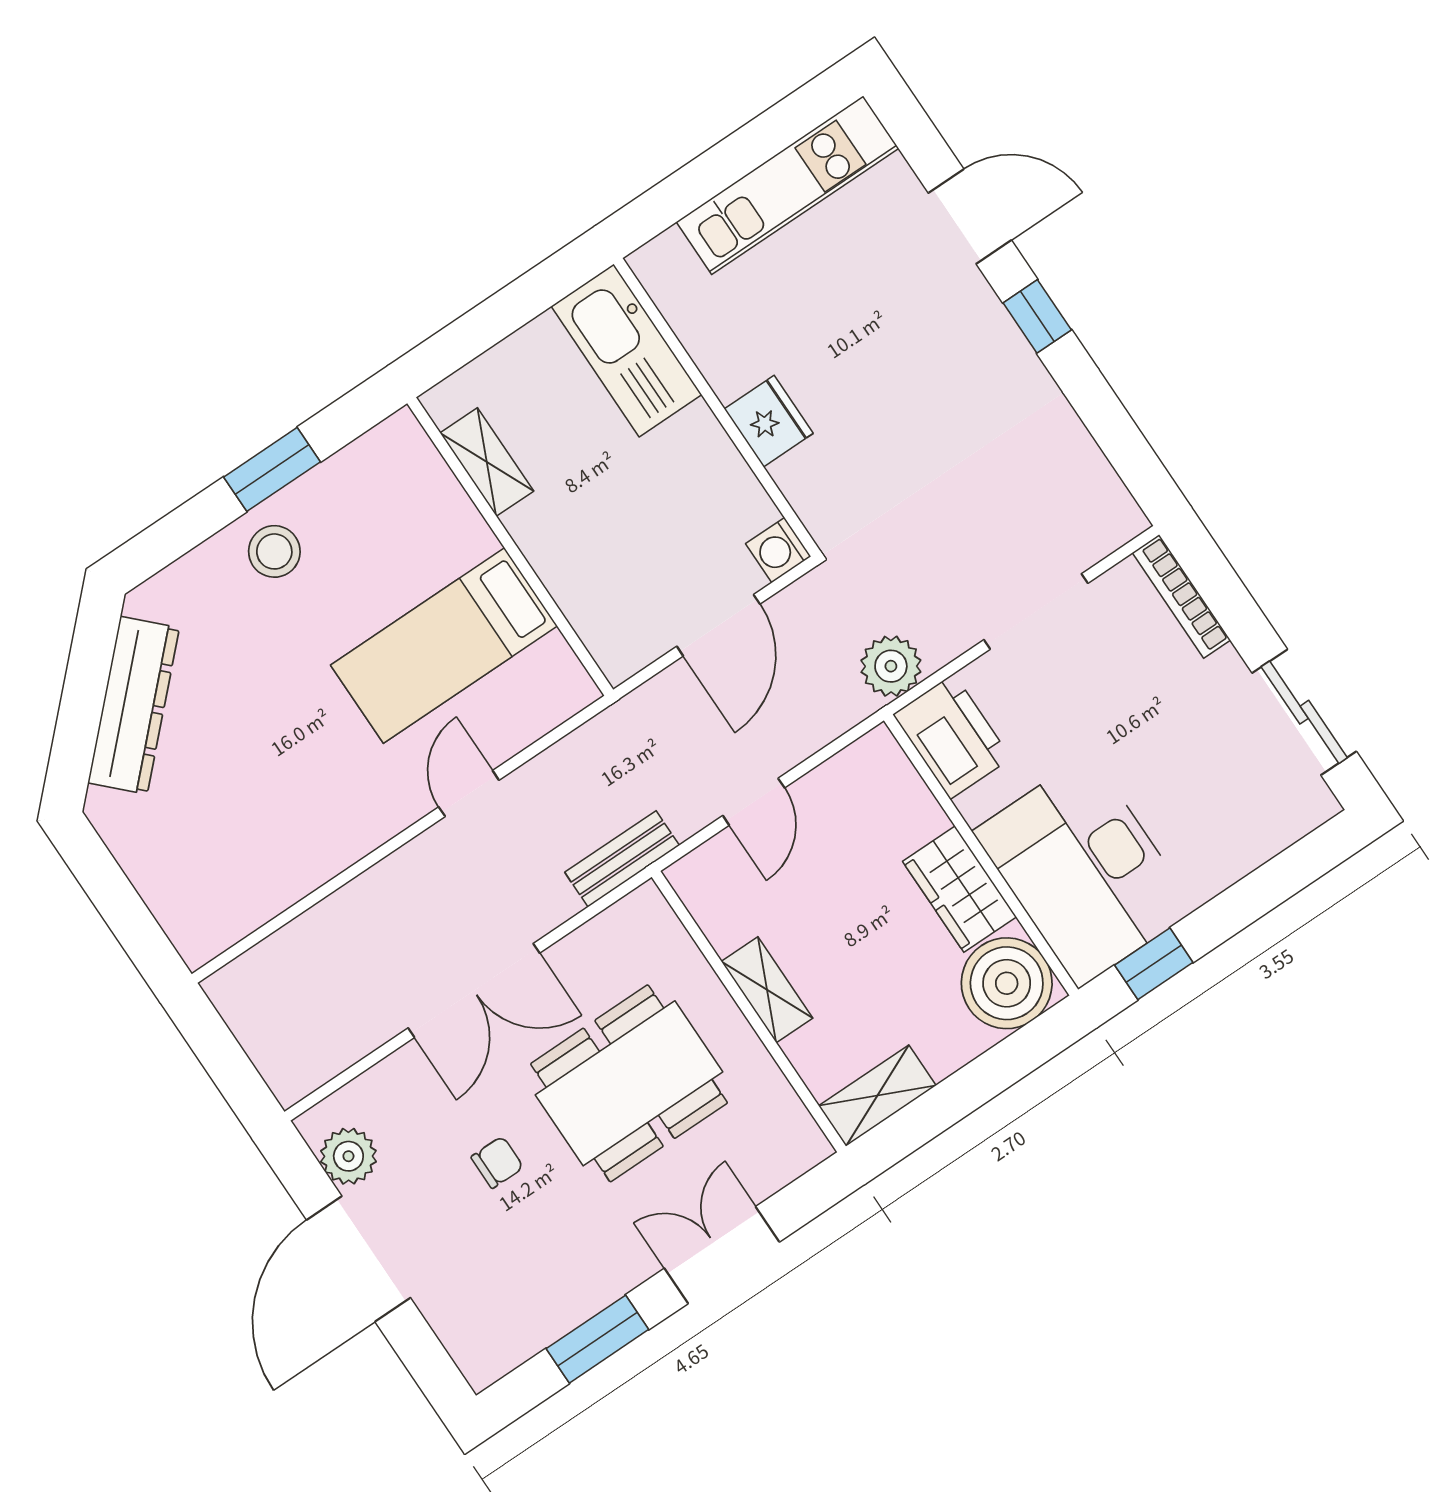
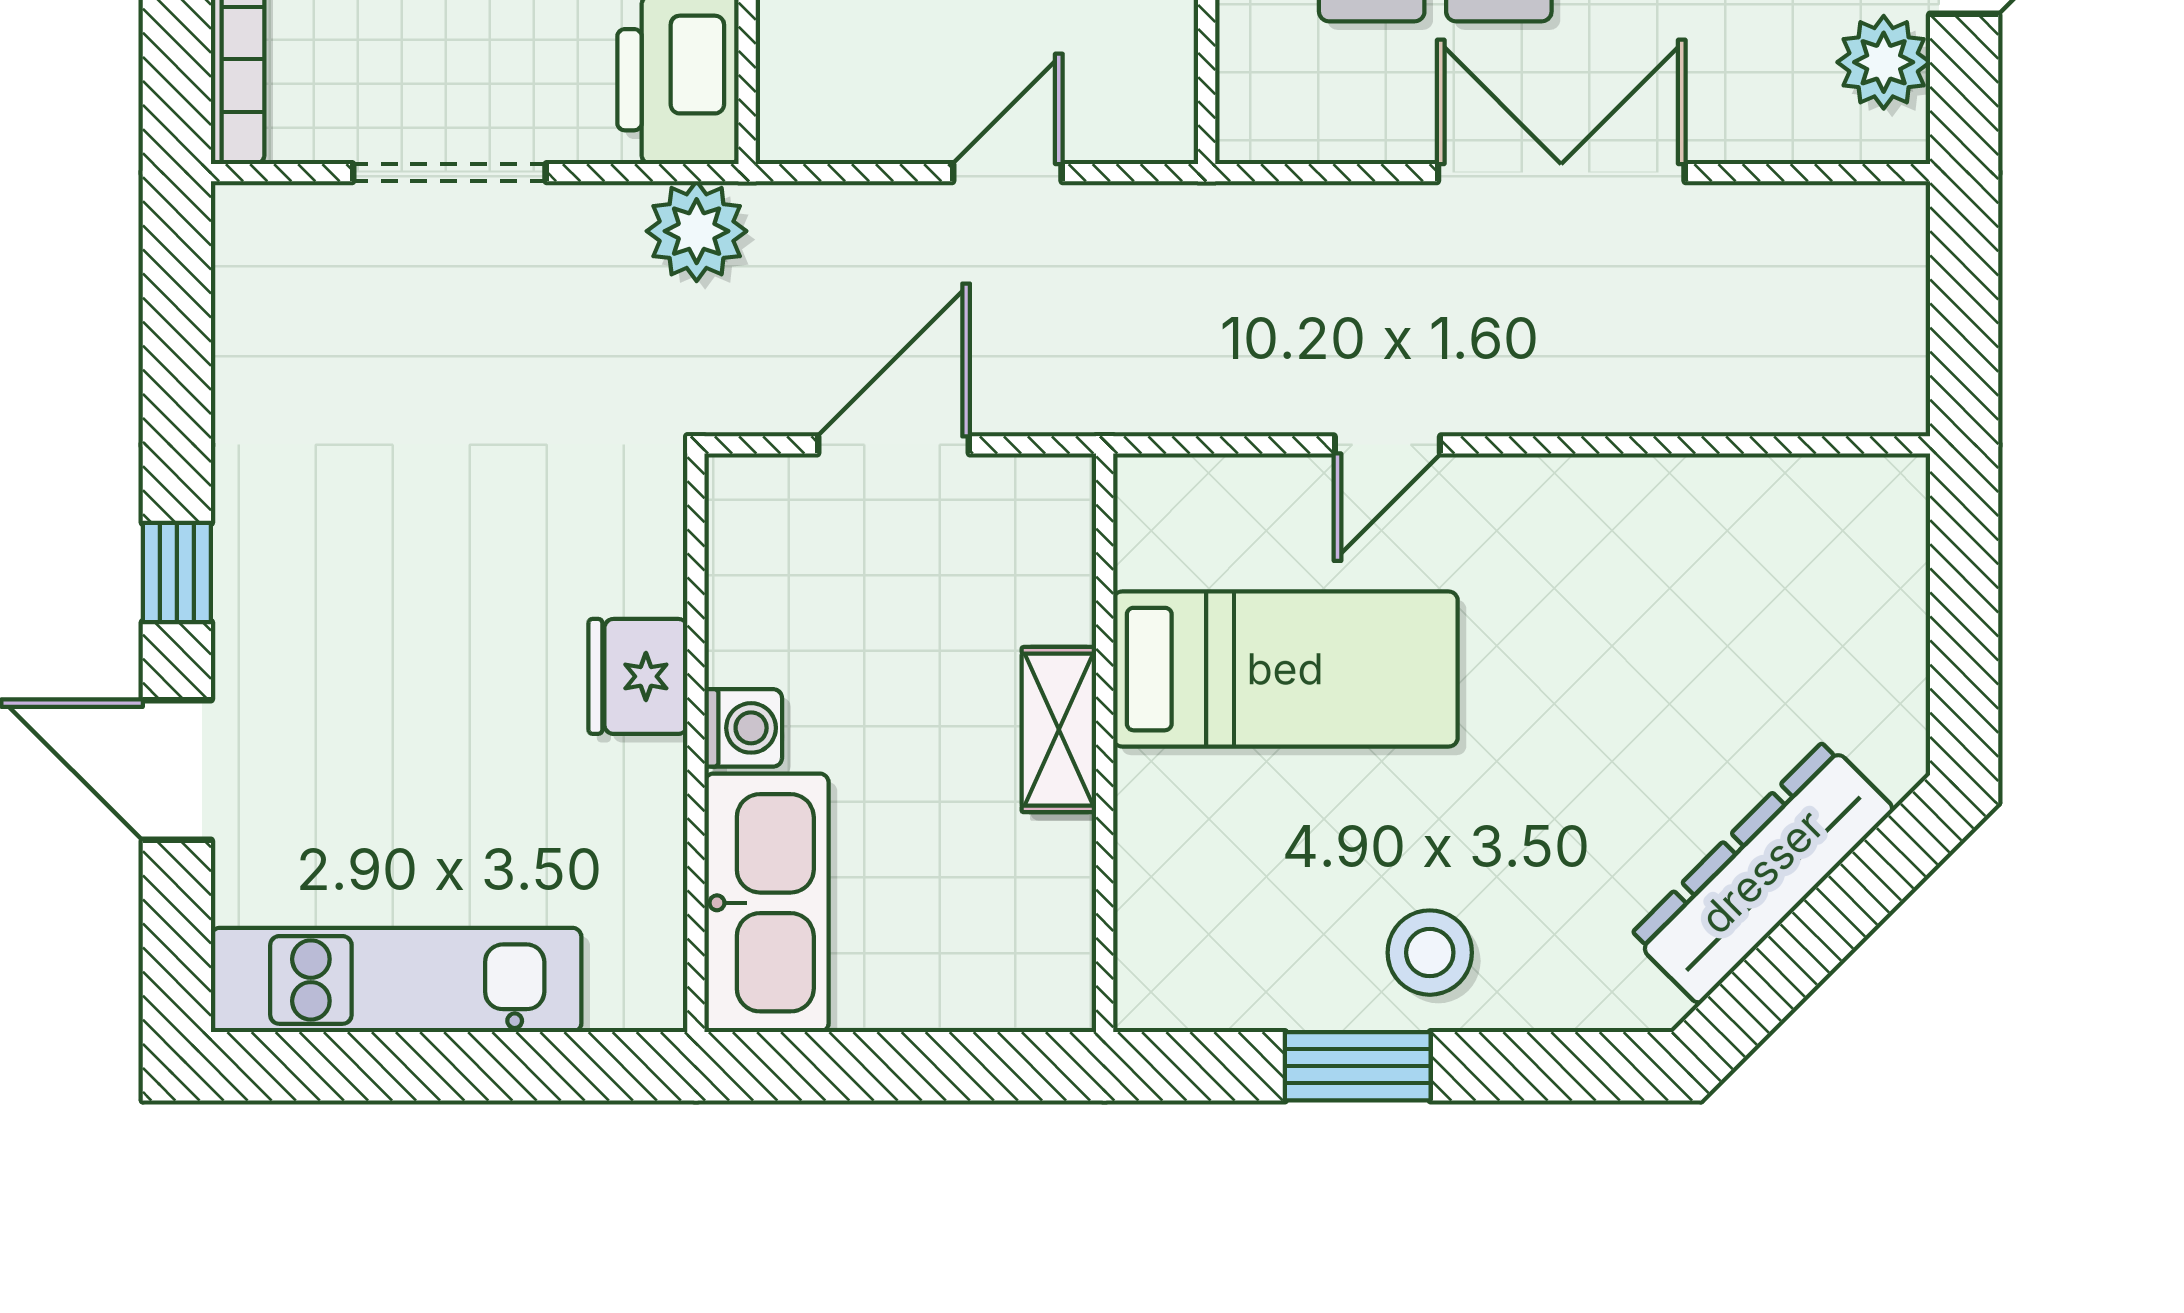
shelving: (487, 462) -> (1059, 730), moved
washing machine: (778, 550) -> (743, 728), moved
bench: (622, 859) -> (1239, 216), removed

